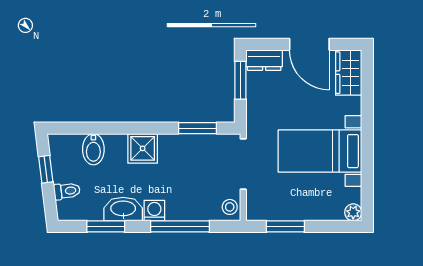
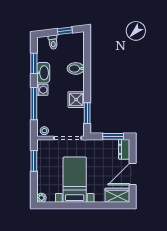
shower: (143, 148) -> (76, 100), moved
bidet: (93, 149) -> (76, 68), moved

